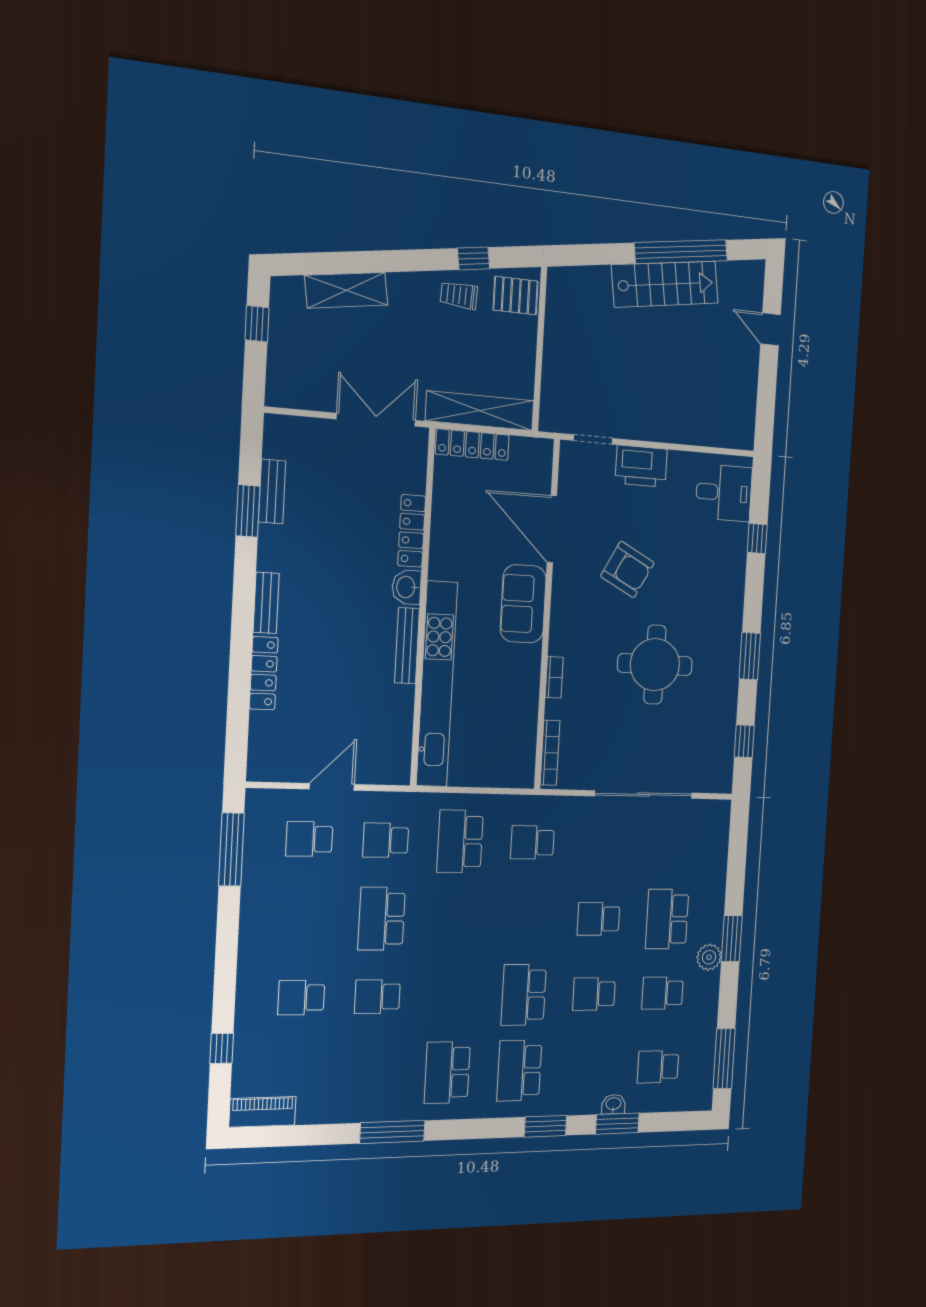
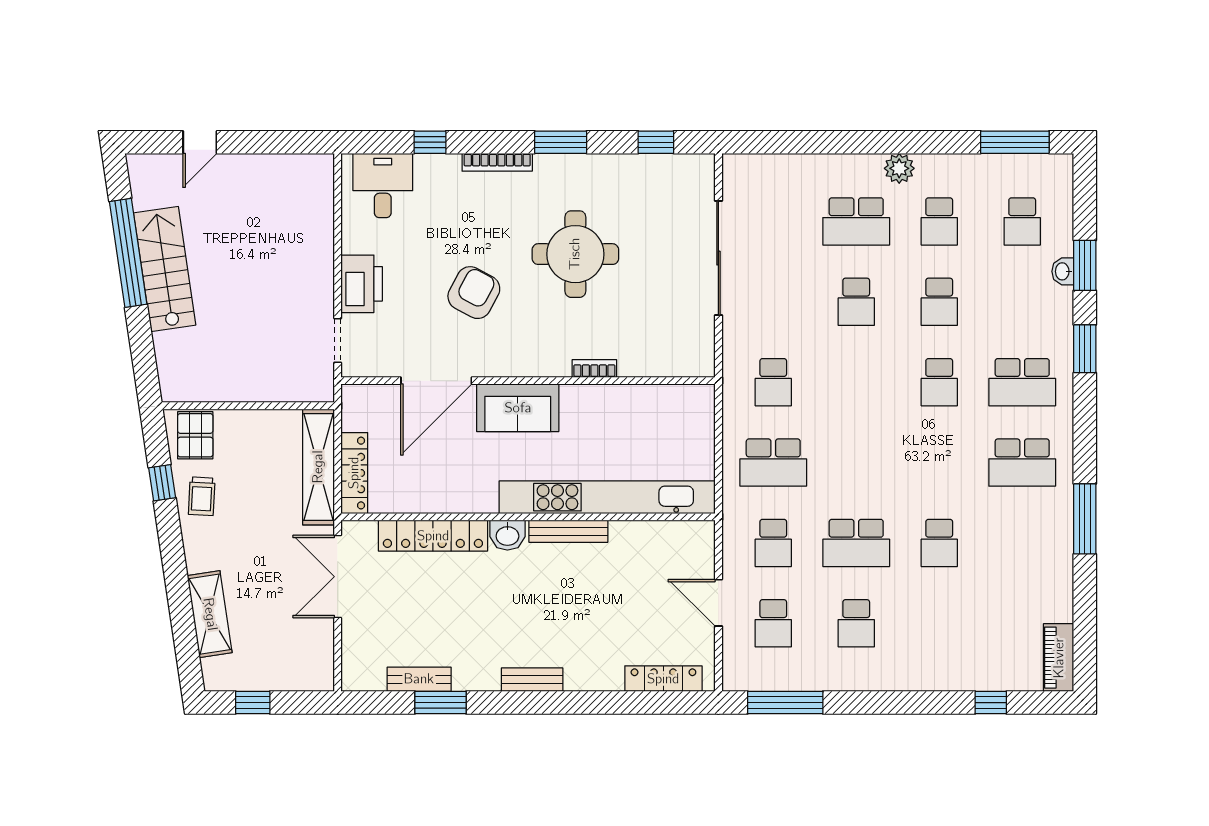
locker: (412, 531) -> (433, 536), width x1.41, depth x1.21
locker: (264, 673) -> (663, 679), moved
bookcase: (550, 753) -> (497, 162), moved, turned 180
window: (732, 939) -> (878, 142), removed
school desk: (524, 995) -> (939, 382), width x0.54
school desk: (301, 998) -> (856, 623), moved

